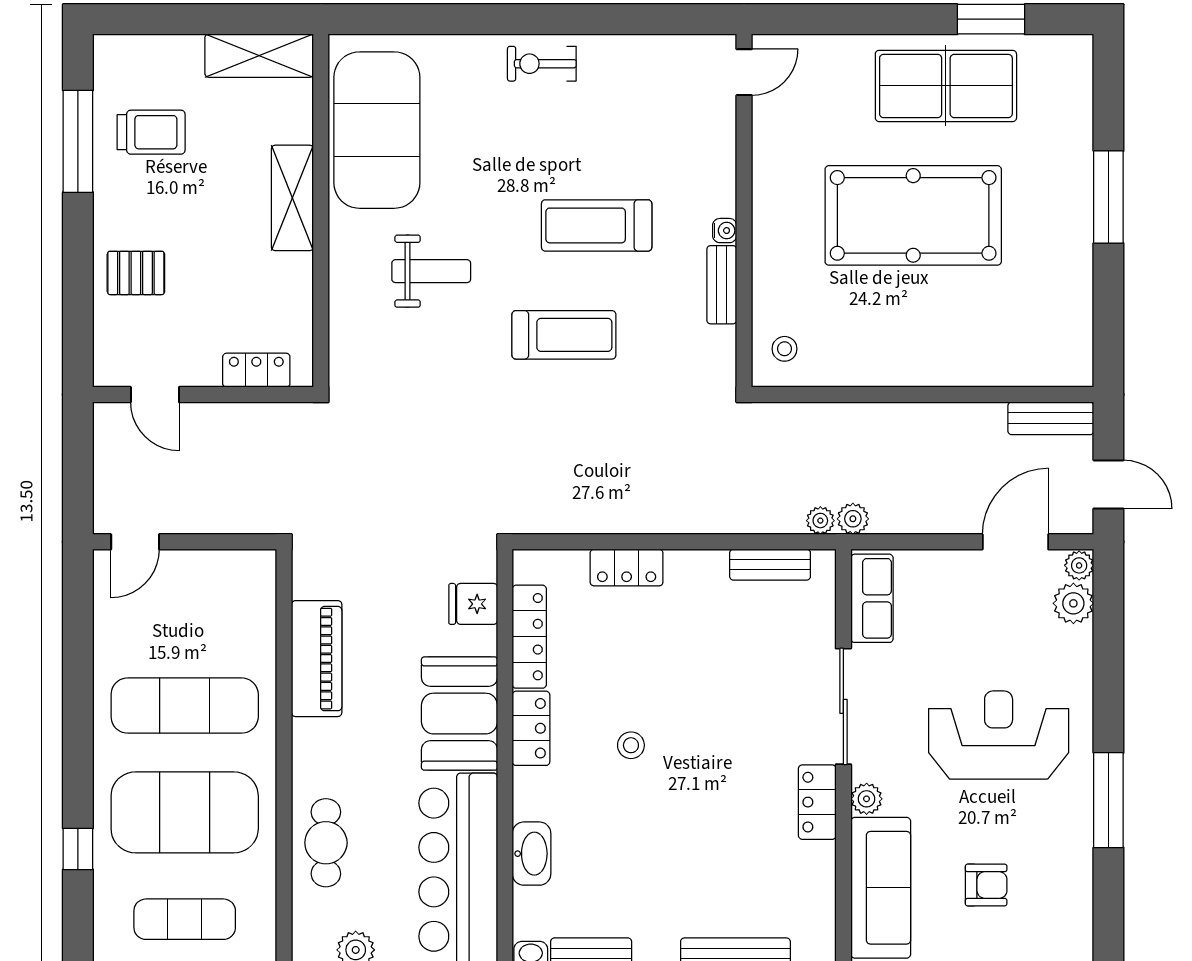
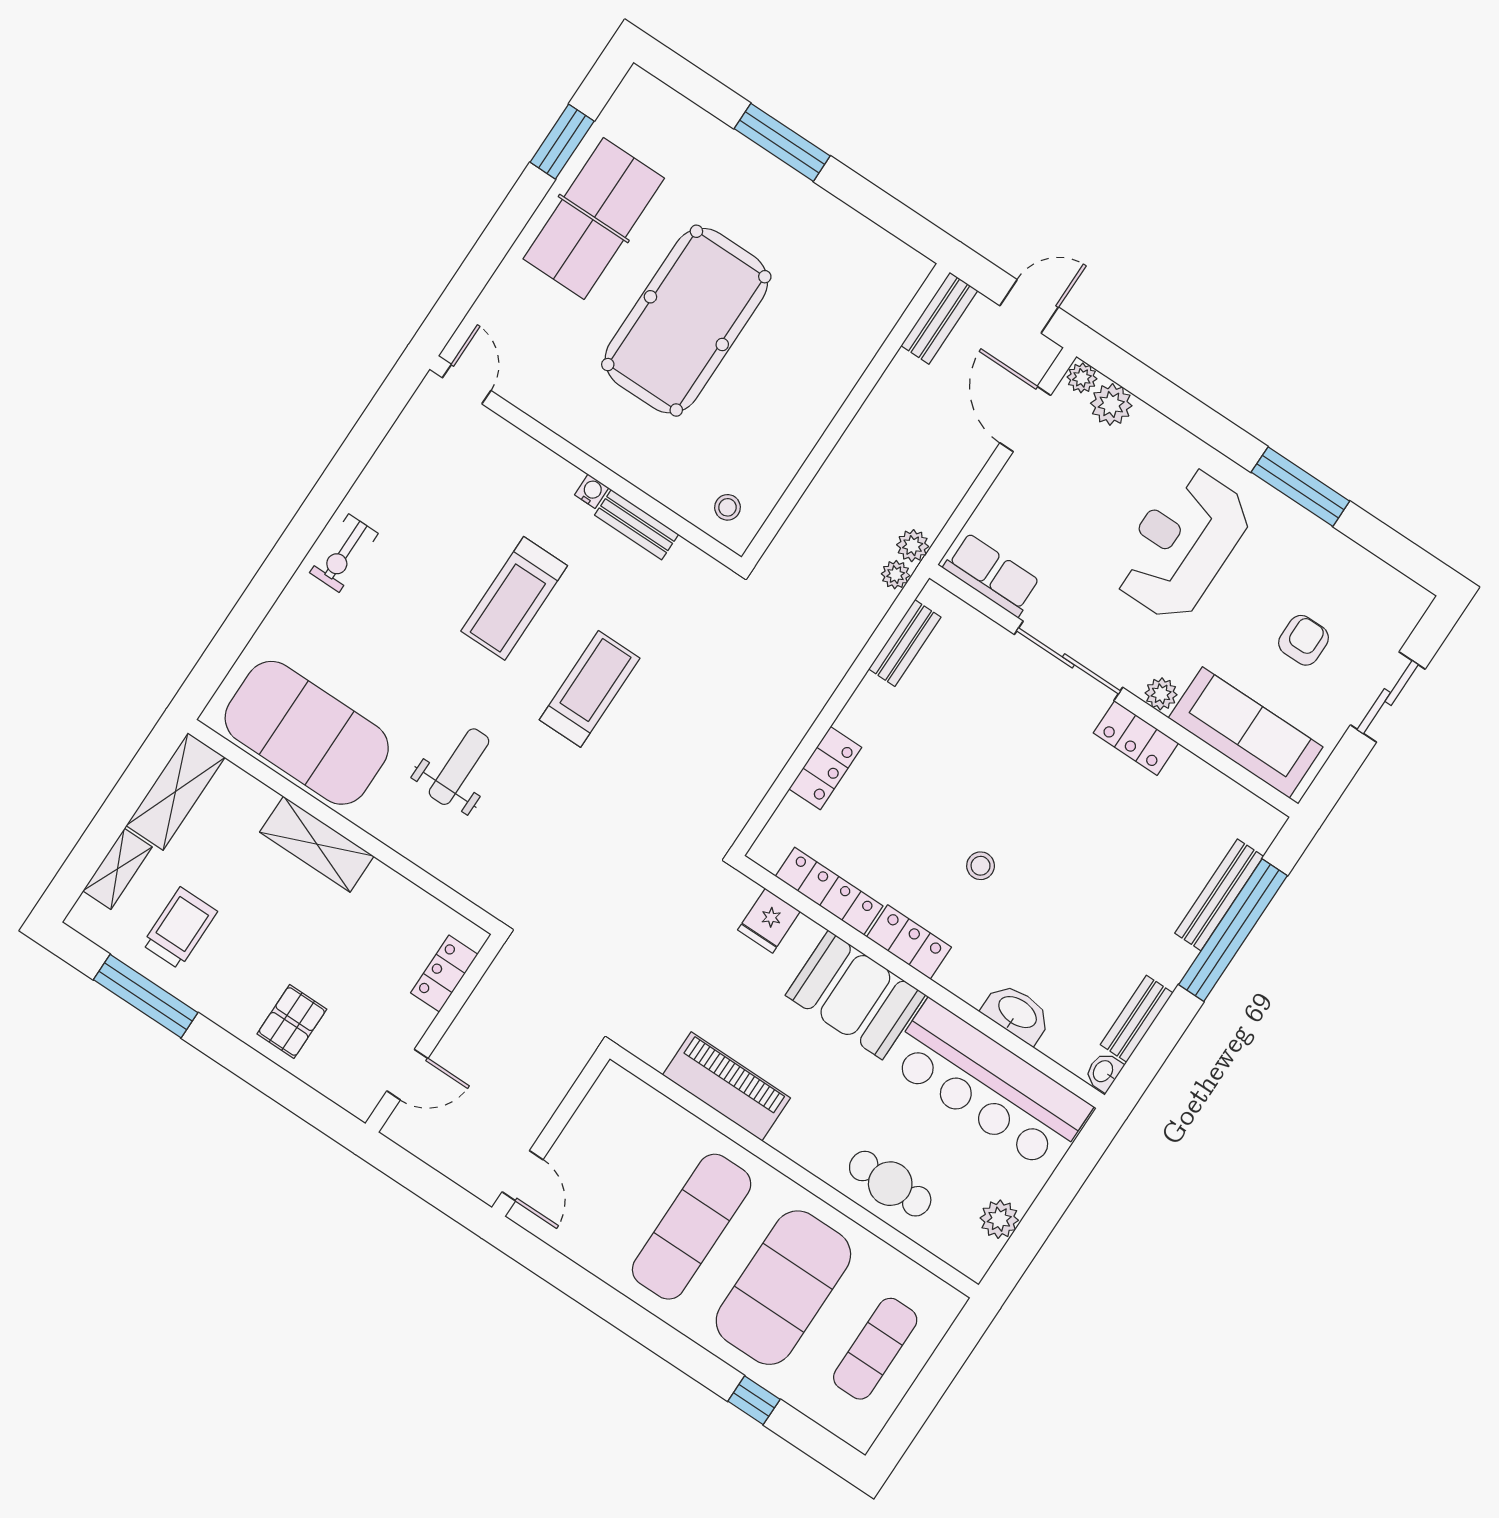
shelving: (166, 50) -> (117, 869), added

